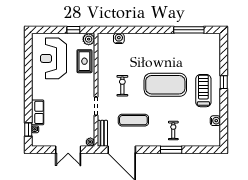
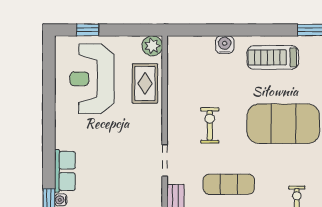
window: (73, 30) -> (88, 30), moved
water cooler: (119, 38) -> (225, 45), moved
treadmill: (159, 46) -> (273, 57), added

